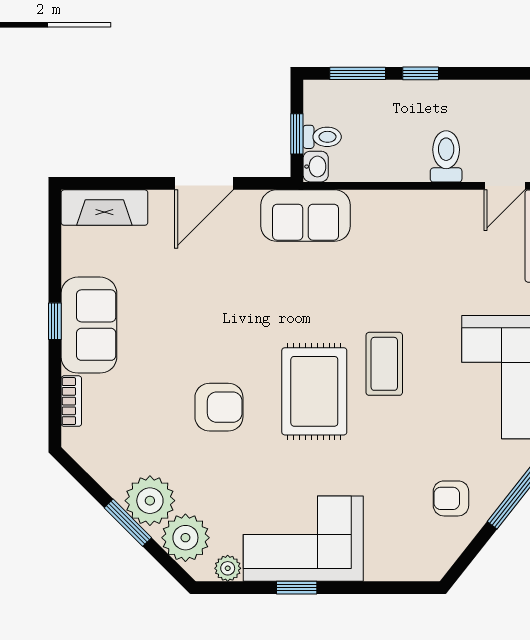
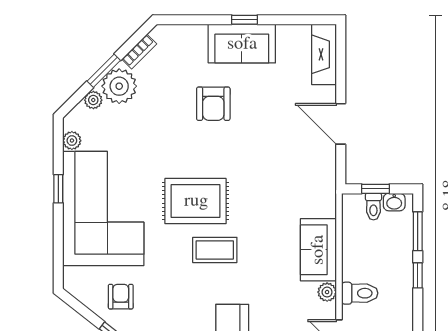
washbasin: (316, 167) -> (394, 202), moved
plant: (445, 203) -> (327, 292), added
sofa: (306, 216) -> (318, 250), moved
bookcase: (71, 401) -> (139, 52), moved, turned -45
armchair: (219, 407) -> (213, 104), moved
plant: (185, 538) -> (93, 100), width x0.53, depth x0.53
corner sofa: (303, 539) -> (103, 209), width x1.36, depth x1.36

